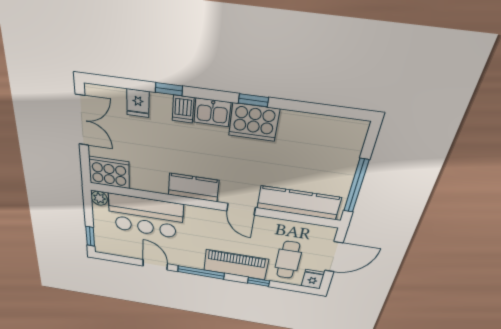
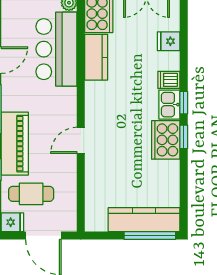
window: (169, 89) -> (184, 103), moved
window: (356, 186) -> (150, 236), moved
kitchen counter: (193, 188) -> (96, 57), moved
kitchen counter: (298, 203) -> (144, 220), moved, turned -90

